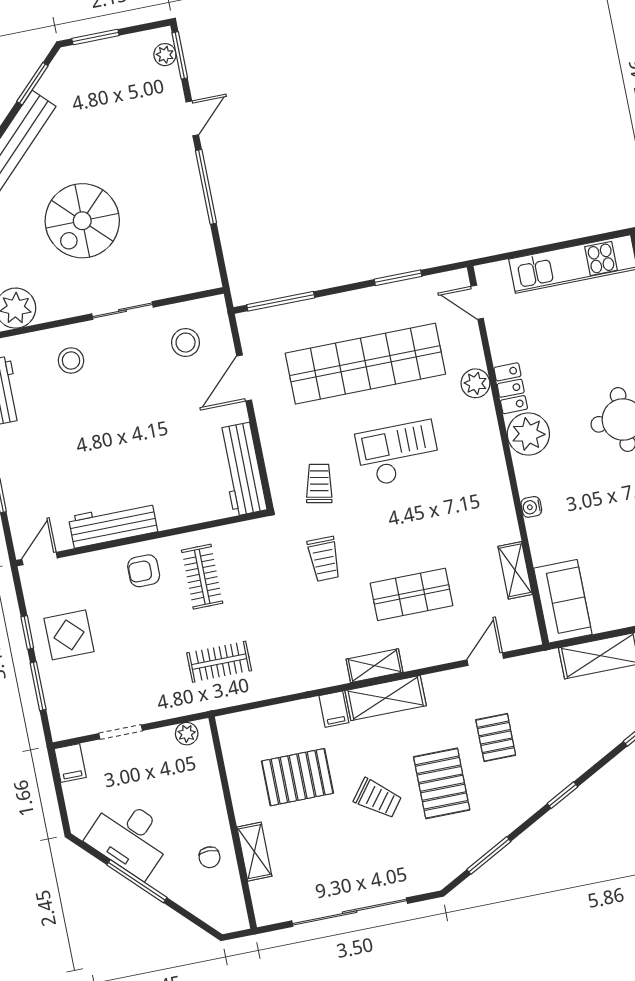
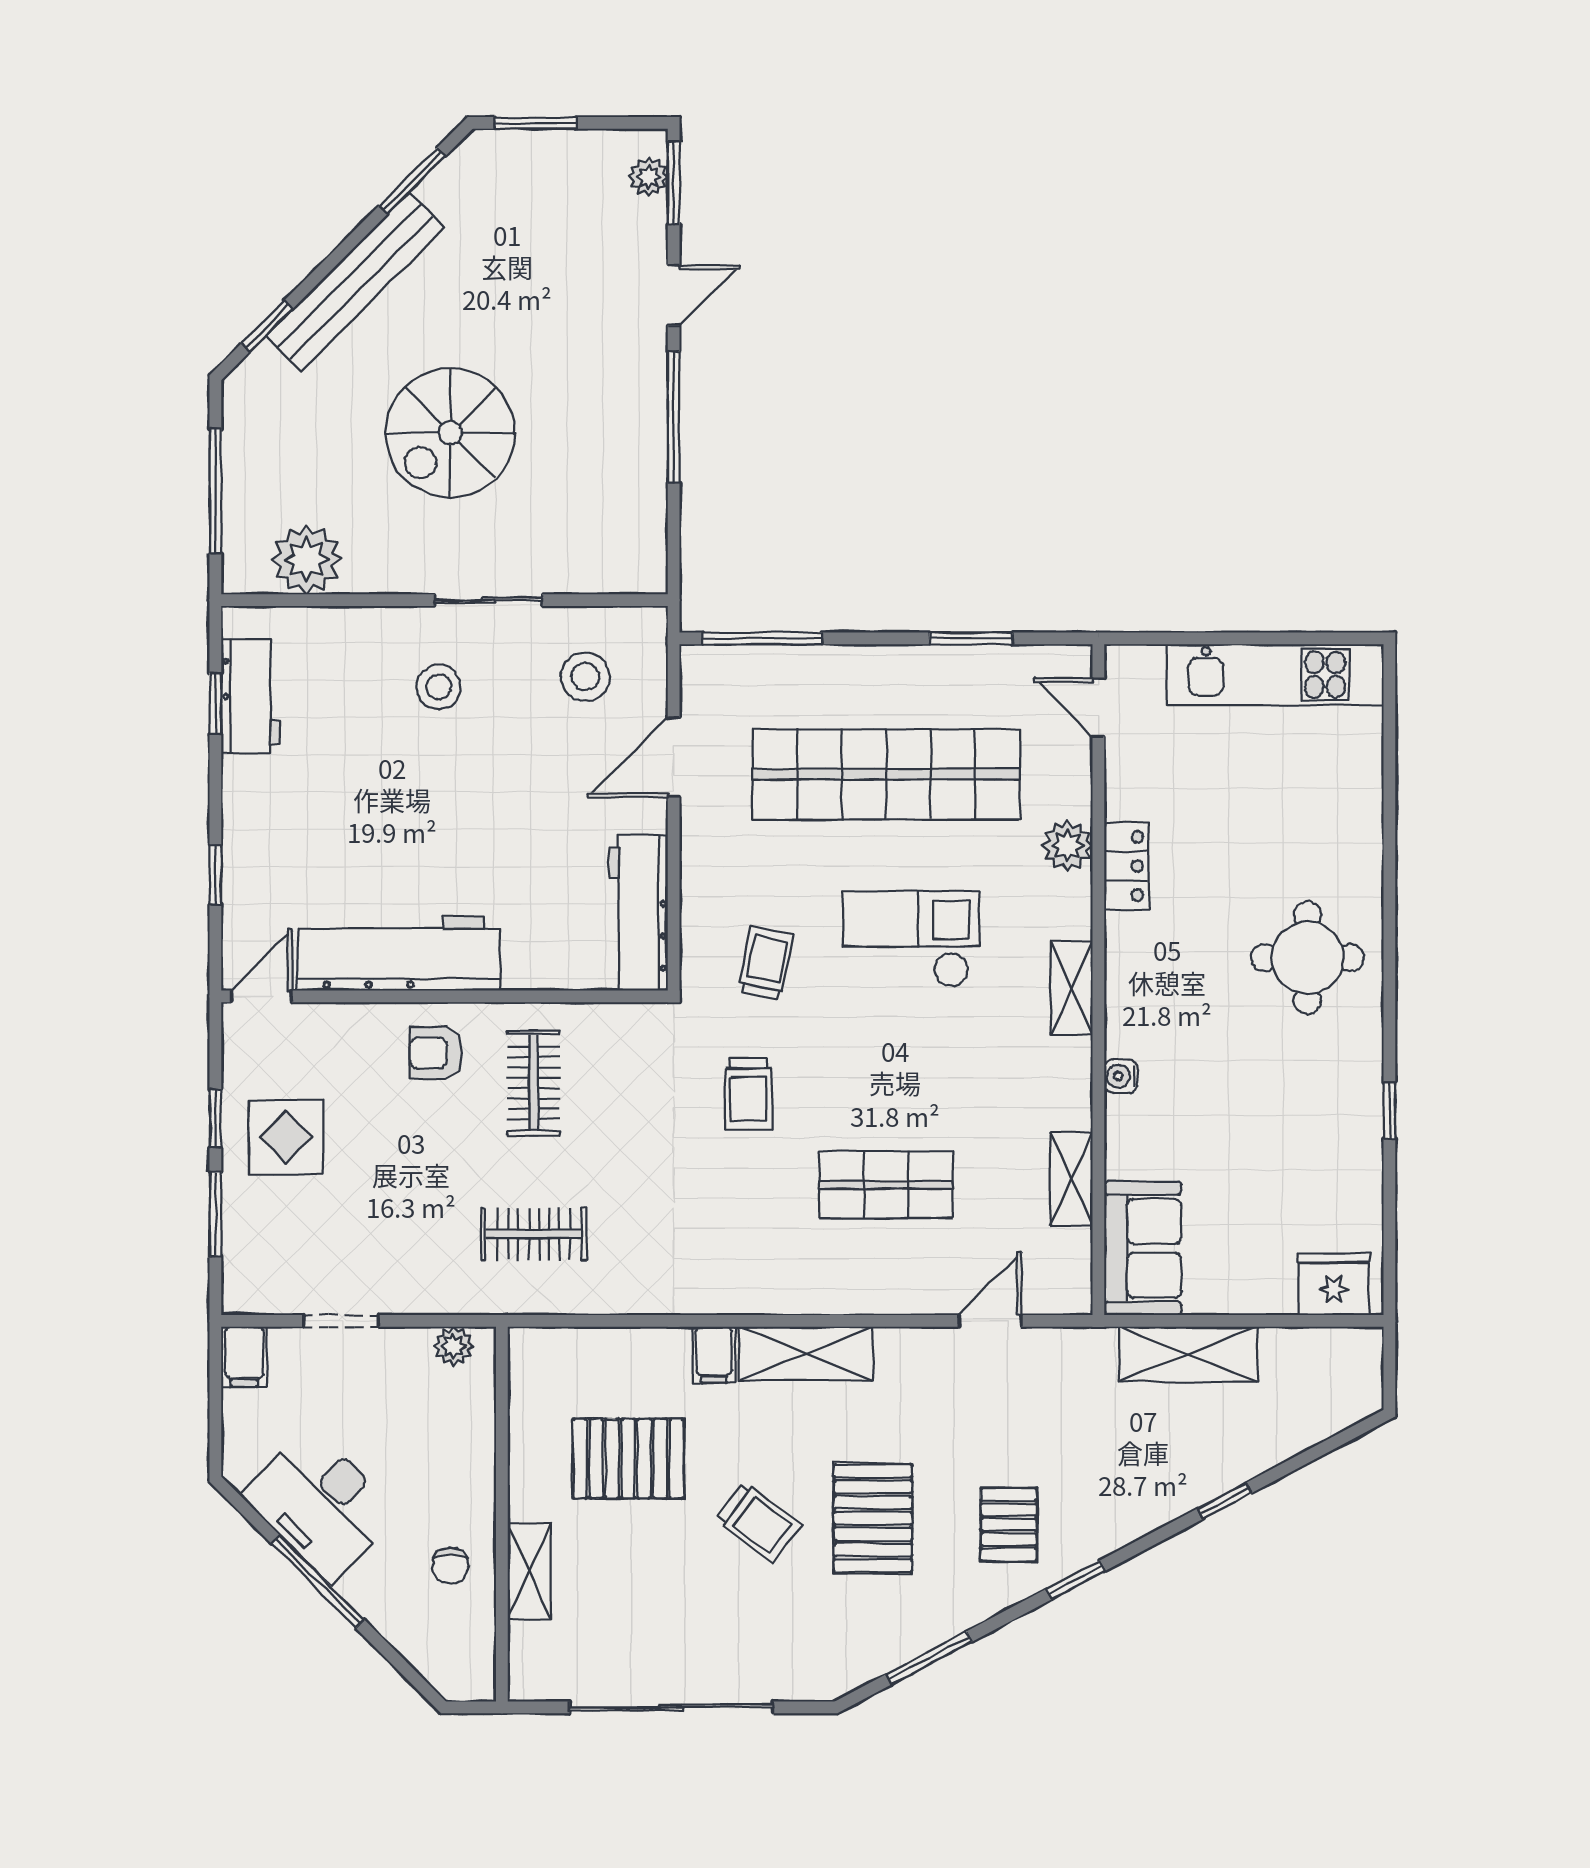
stool: (71, 360) -> (439, 687), moved
plant: (528, 434) -> (1141, 950), removed
workbench: (113, 524) -> (399, 954), width x1.36, depth x1.32
shelving: (374, 666) -> (1072, 988), moved, turned 90
pallet: (496, 737) -> (1009, 1525), moved

